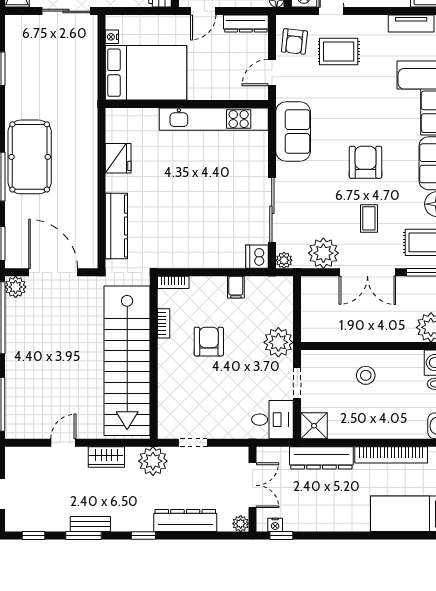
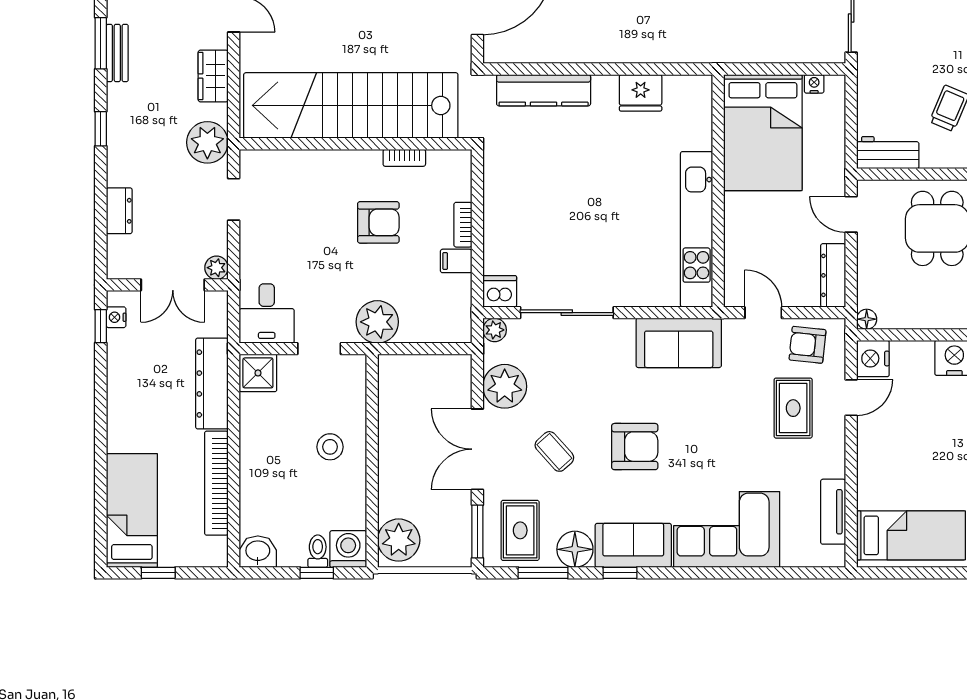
coffee table: (369, 218) -> (554, 451), turned 48
bookcase: (173, 282) -> (463, 225), moved
dresser: (185, 521) -> (119, 211), width x0.51, depth x0.80
plant: (241, 524) -> (216, 268), moved

